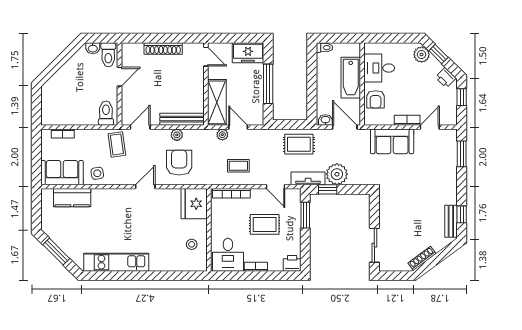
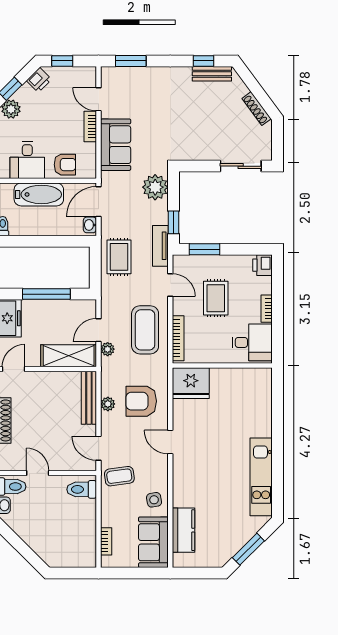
coffee table: (238, 166) -> (145, 330), width x1.86, depth x1.72
plant: (337, 174) -> (155, 187), moved
door: (276, 187) -> (170, 285), hinge flipped
stool: (192, 244) -> (240, 386), removed

